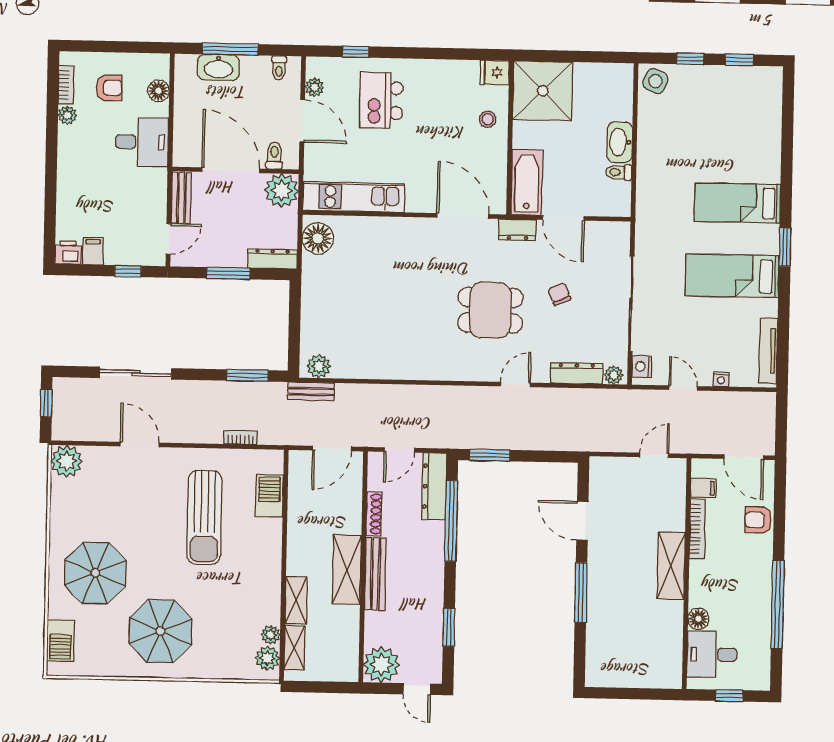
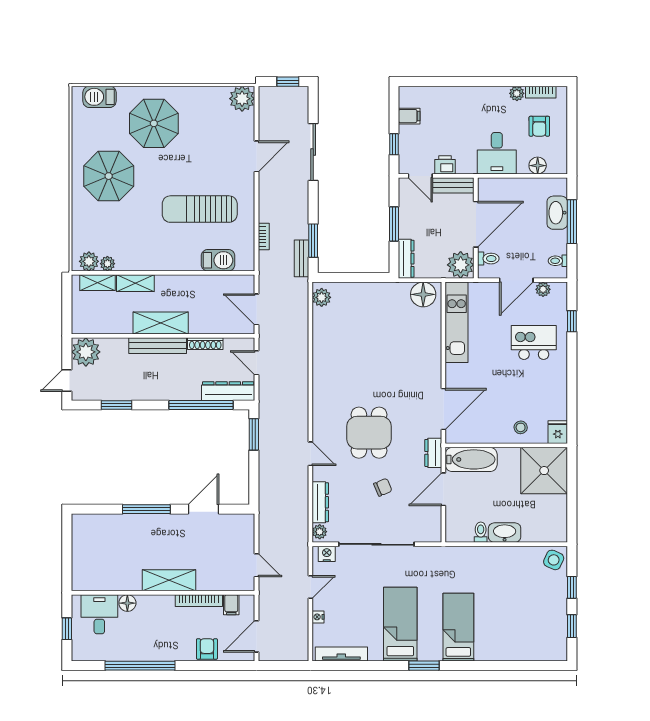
printer: (68, 253) -> (445, 165), moved, turned -90
bench: (311, 391) -> (302, 258), moved

